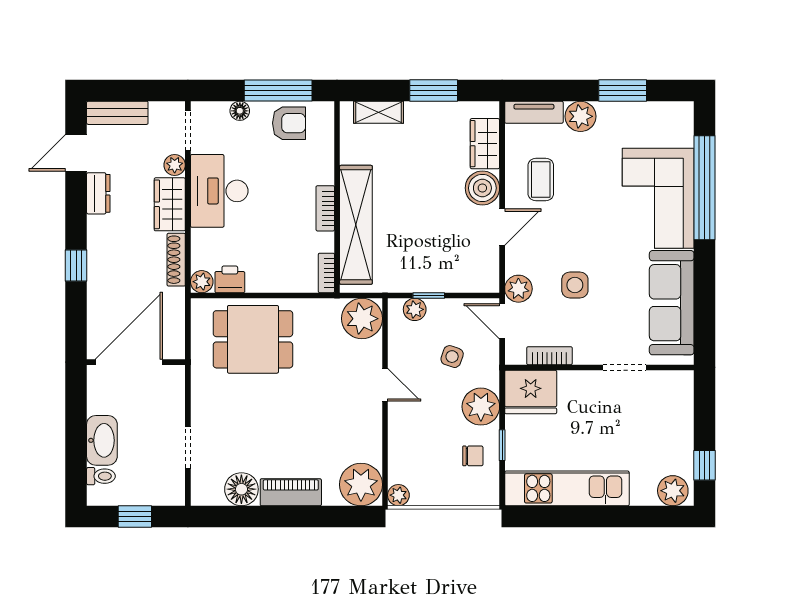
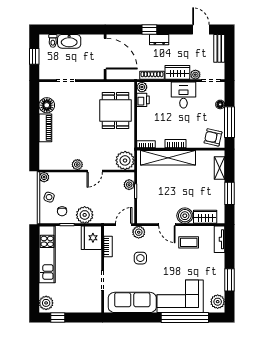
plant: (580, 116) -> (218, 302), moved
armchair: (289, 123) -> (213, 137), moved, turned 103
desk: (219, 191) -> (183, 95), width x0.73
dresser: (98, 193) -> (159, 40), moved
side table: (452, 357) -> (49, 197), moved
plant: (361, 485) -> (77, 165), moved, width x0.53, depth x0.53

